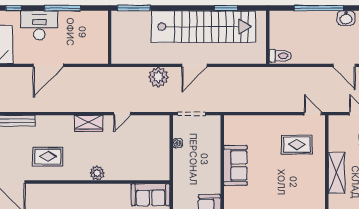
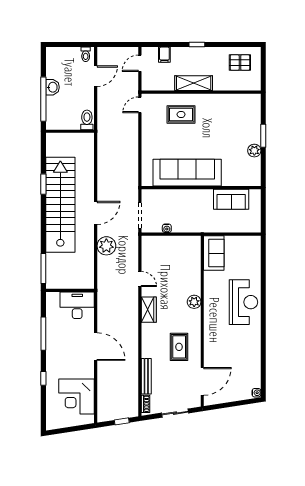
washbasin: (346, 18) -> (52, 87), moved
desk: (39, 25) -> (77, 305), moved, turned 90
wall: (268, 37) -> (70, 131), moved
toilet: (280, 56) -> (87, 120), moved
door: (194, 65) -> (96, 213), hinge flipped
rug: (297, 145) -> (181, 114), moved, turned 90
sofa: (235, 165) -> (187, 173), width x1.85, depth x1.27

